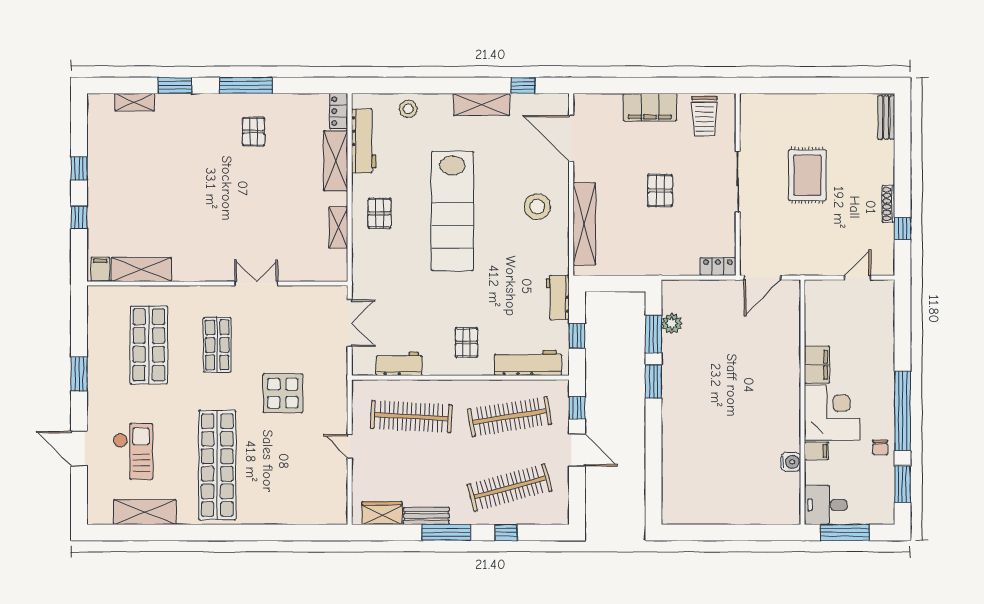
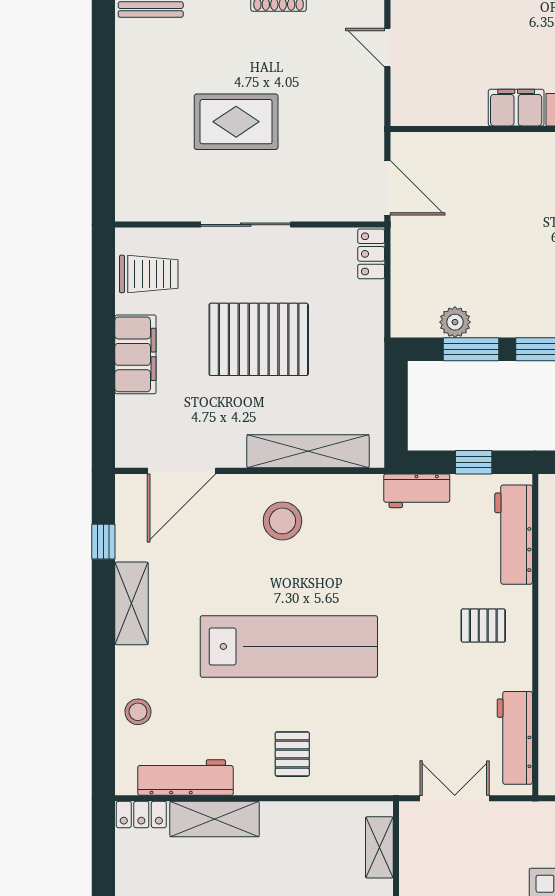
pallet: (660, 190) -> (259, 339), width x2.05, depth x2.00
pallet: (380, 213) -> (292, 754), turned 90
shelving: (338, 227) -> (379, 847), moved, turned 90
workbench: (399, 364) -> (515, 738), width x1.38

